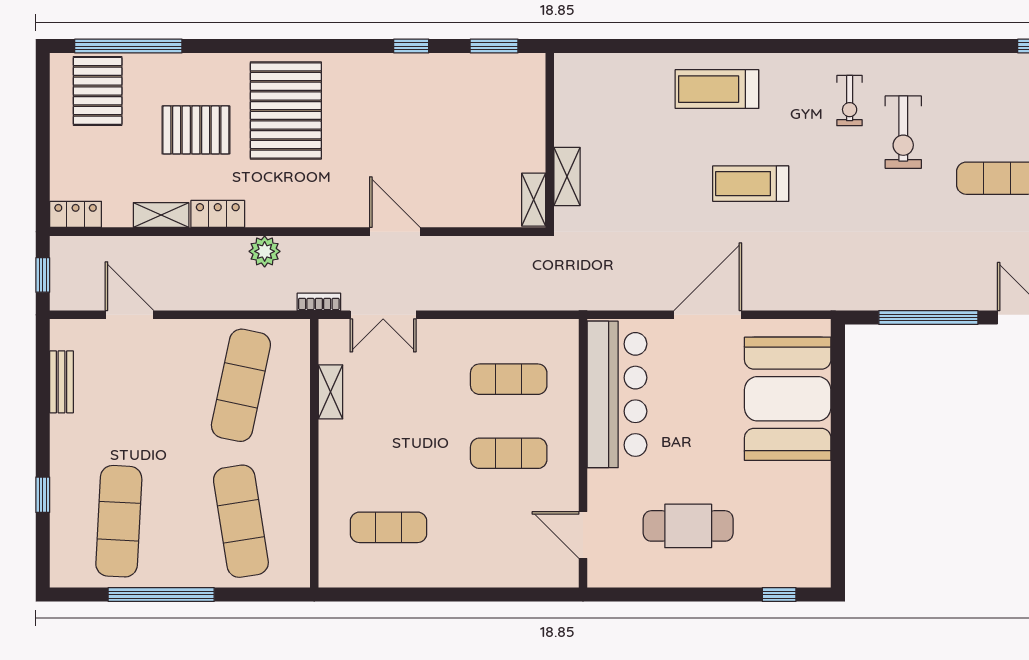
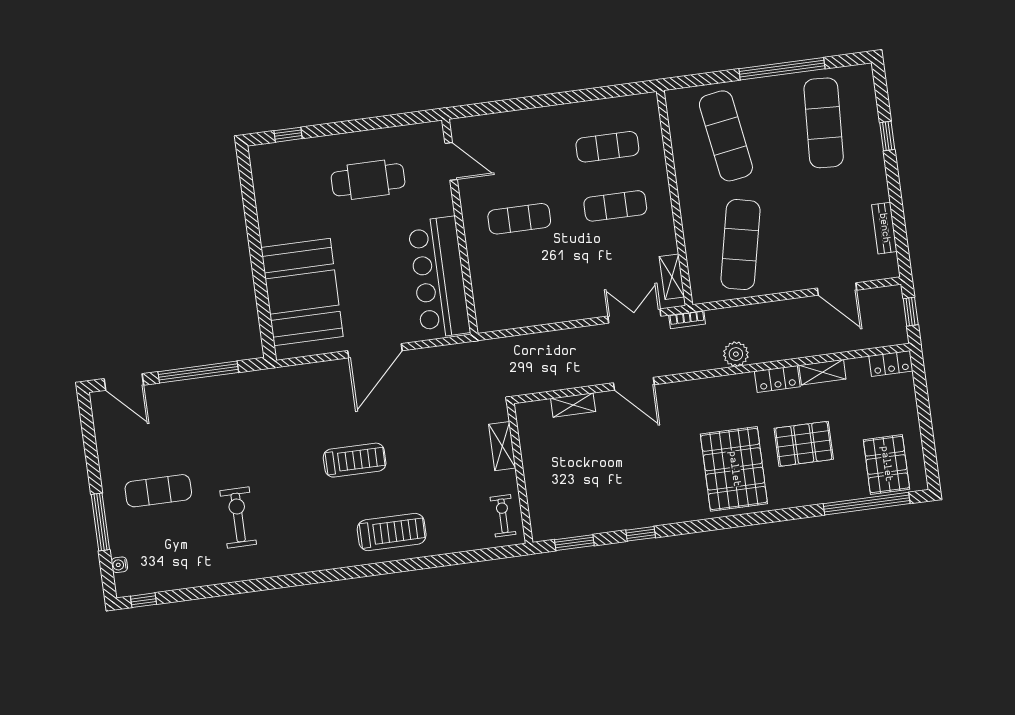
exercise bike: (850, 101) -> (503, 516), moved
shelving: (534, 200) -> (573, 405), moved, turned 90
exercise mat: (509, 379) -> (615, 206), moved
shelving: (331, 392) -> (672, 277), moved

